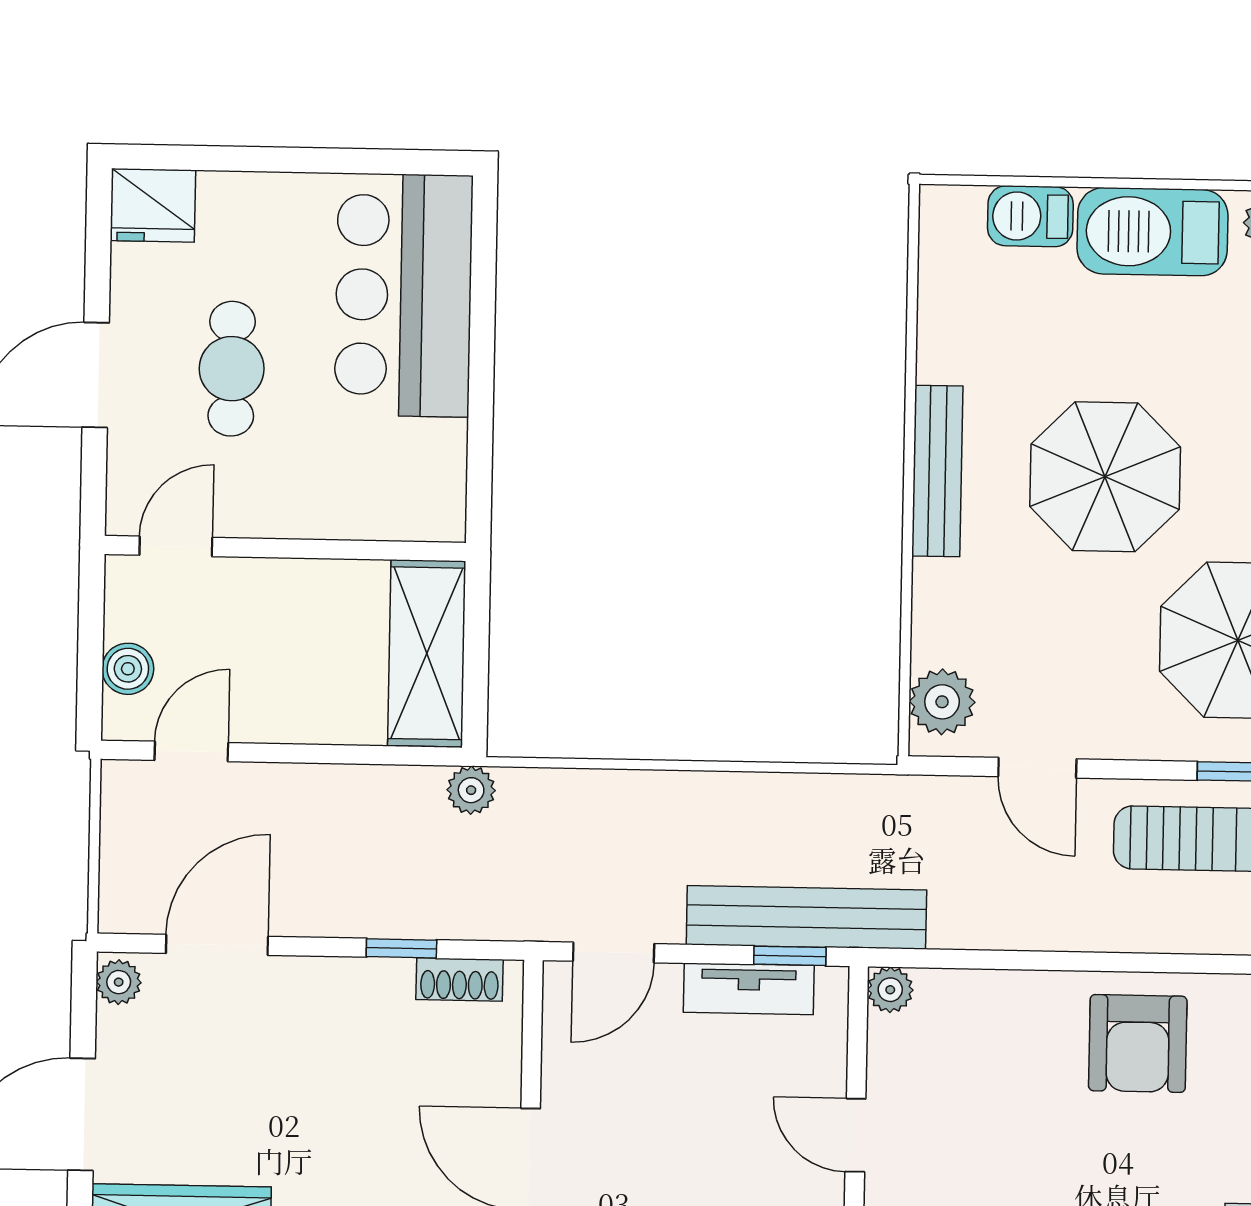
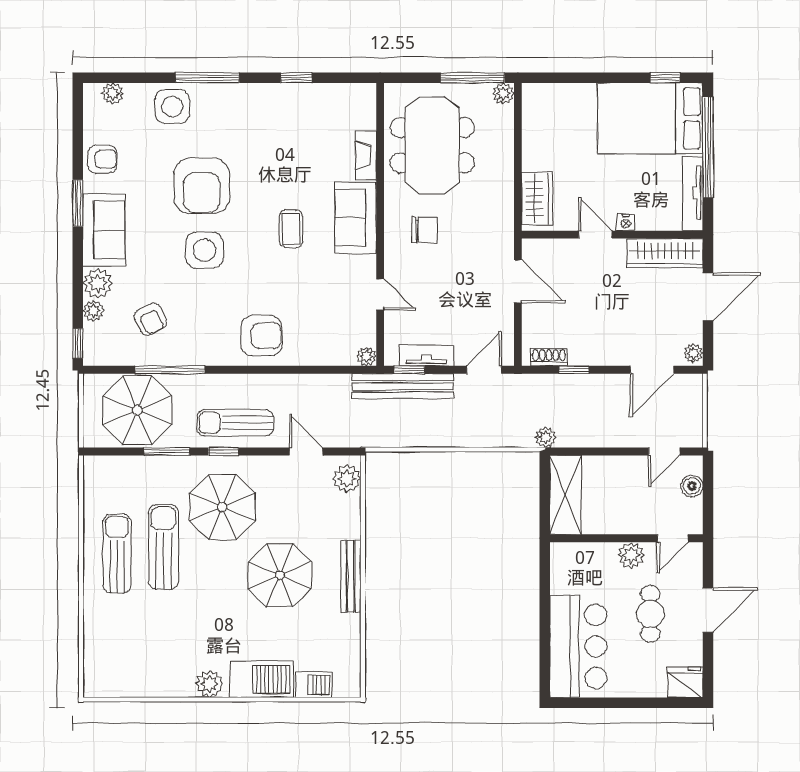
plant: (275, 508) -> (631, 555), added
armchair: (1138, 1043) -> (261, 336), turned 90

